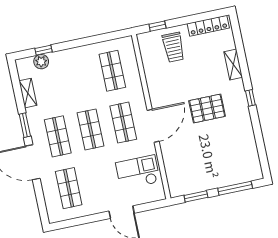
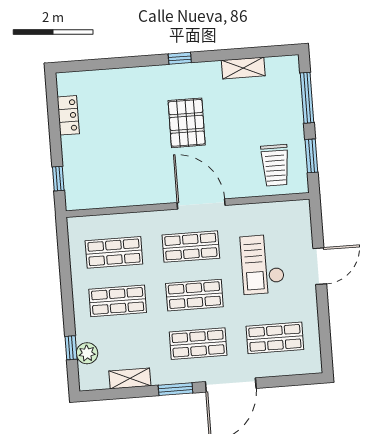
locker: (208, 26) -> (68, 115), width x0.66
trolley: (173, 47) -> (275, 165), moved, turned 90
shelving: (233, 65) -> (243, 68), moved
shop shelf: (80, 78) -> (118, 301), added
checkout: (138, 172) -> (262, 264), moved

